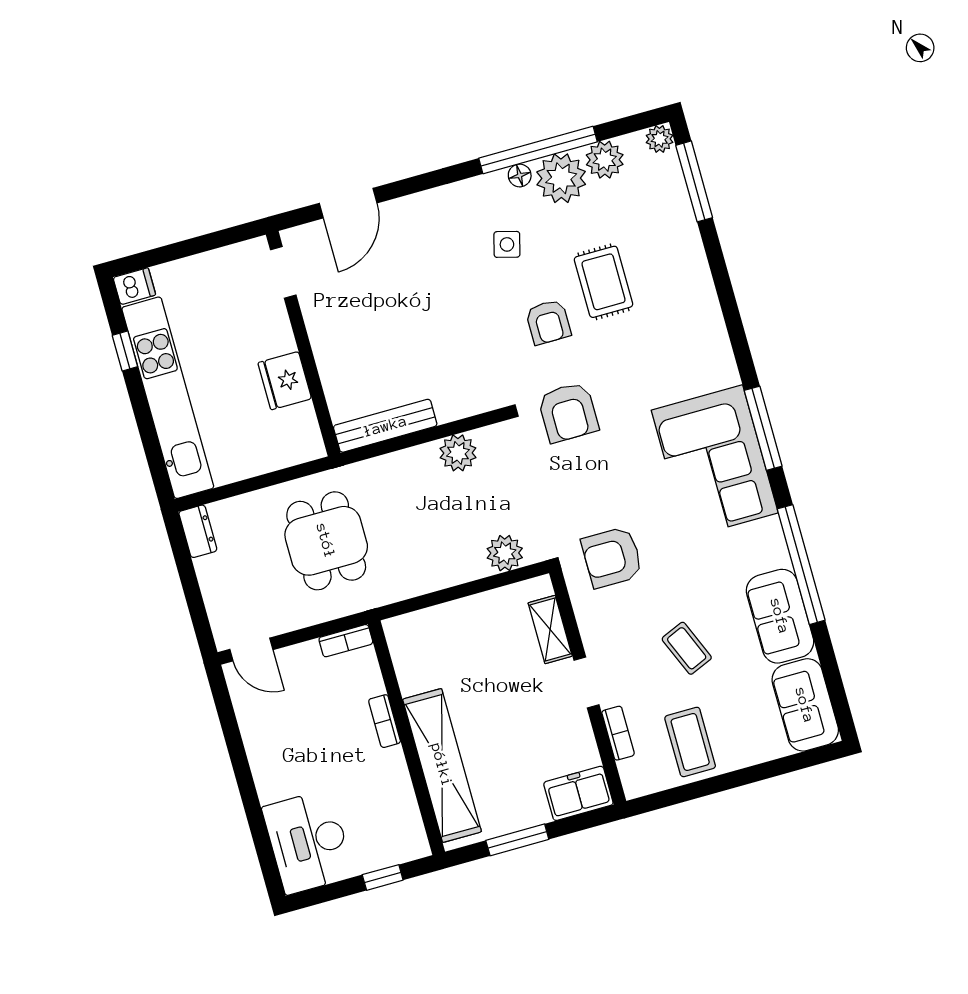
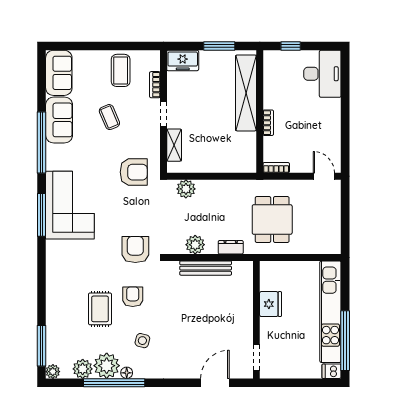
window: (125, 351) -> (345, 341), width x3.17
bench: (385, 426) -> (206, 268), moved
dresser: (198, 531) -> (231, 247), moved, turned 90

